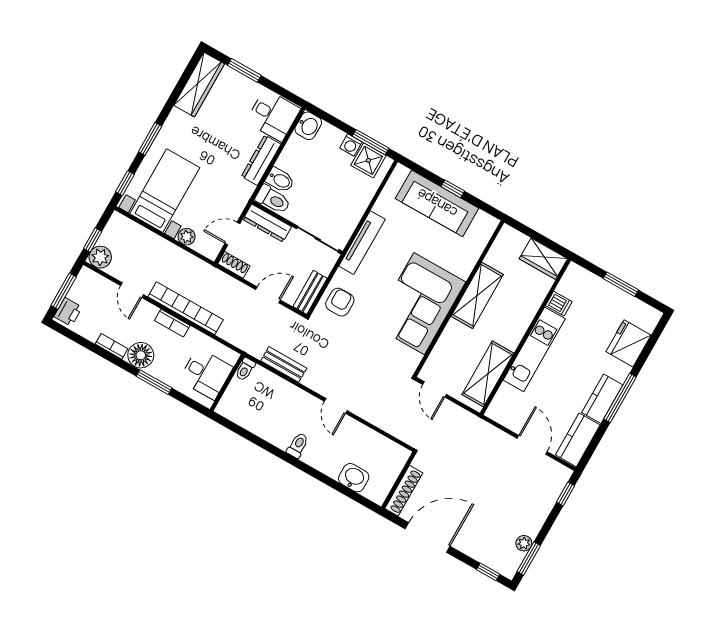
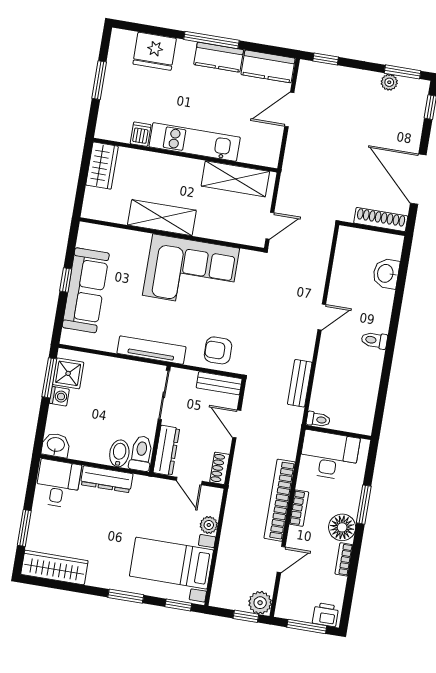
desk: (206, 374) -> (329, 455), width x1.37

